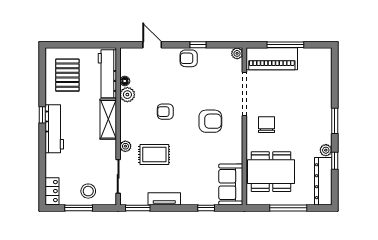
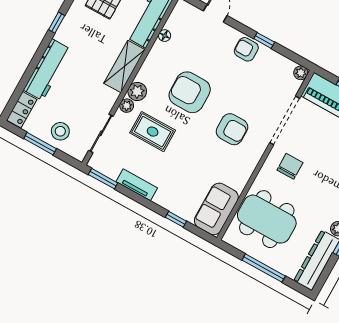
plant: (127, 95) -> (137, 91), moved
armchair: (165, 112) -> (190, 92), width x1.88, depth x1.88
workbench: (54, 129) -> (47, 70), moved

